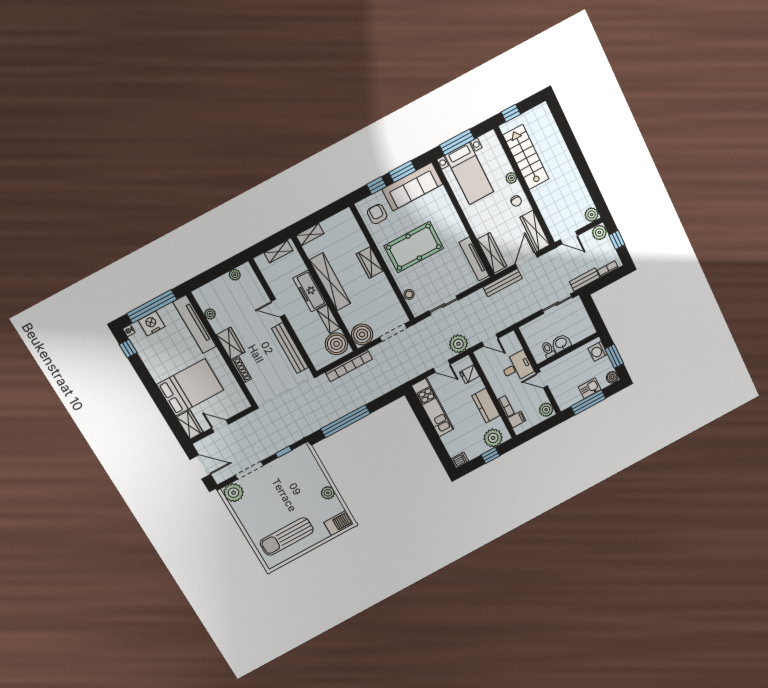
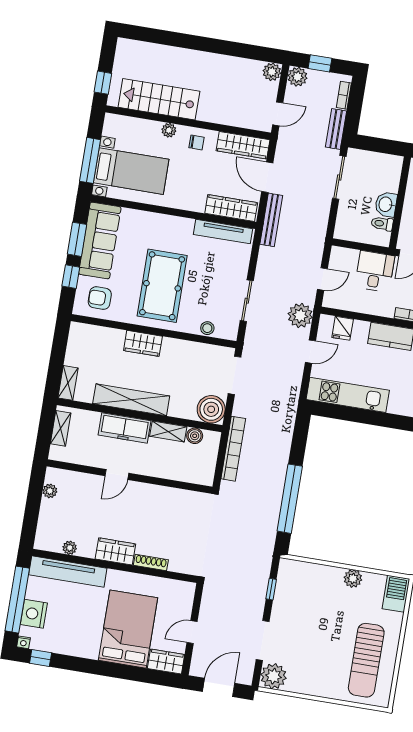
boiler: (336, 344) -> (195, 436), width x0.54, depth x0.54
bench: (290, 348) -> (167, 495), removed

